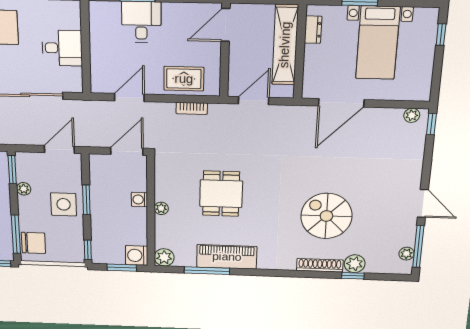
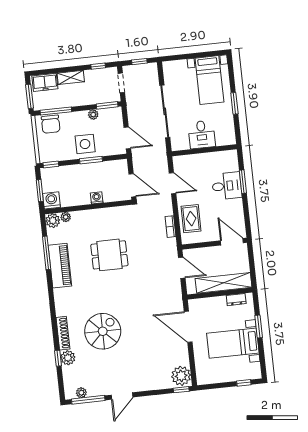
plant: (412, 115) -> (181, 376), width x1.88, depth x1.88
plant: (161, 208) -> (66, 217), moved

